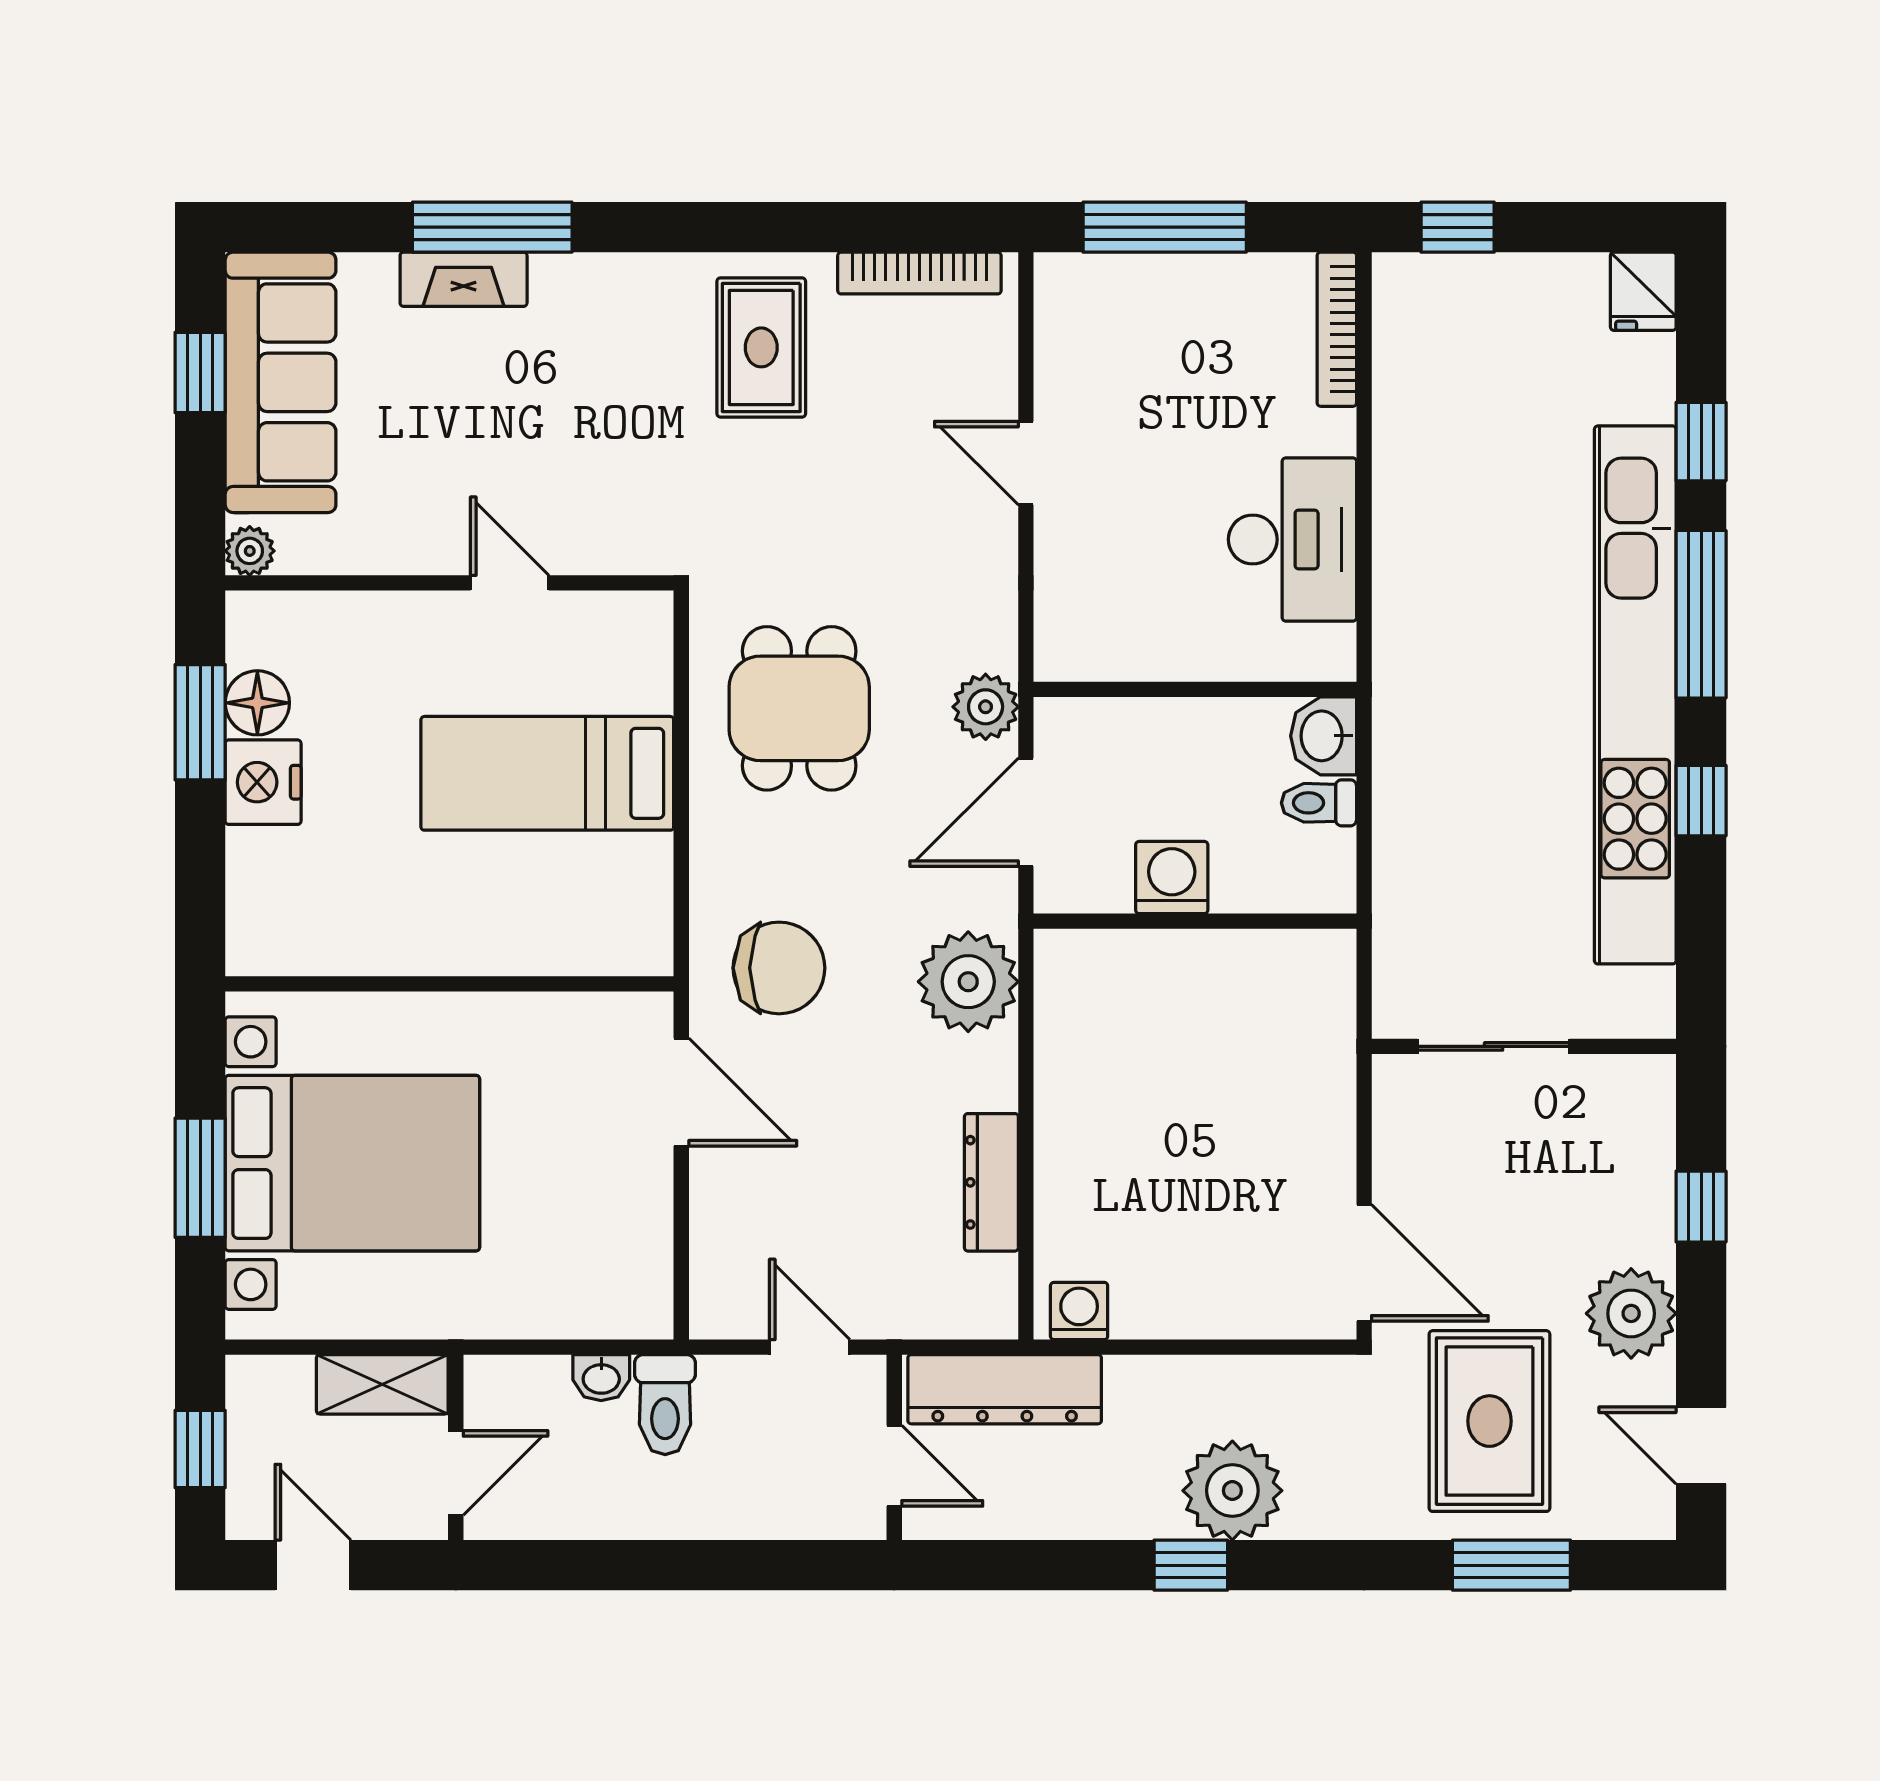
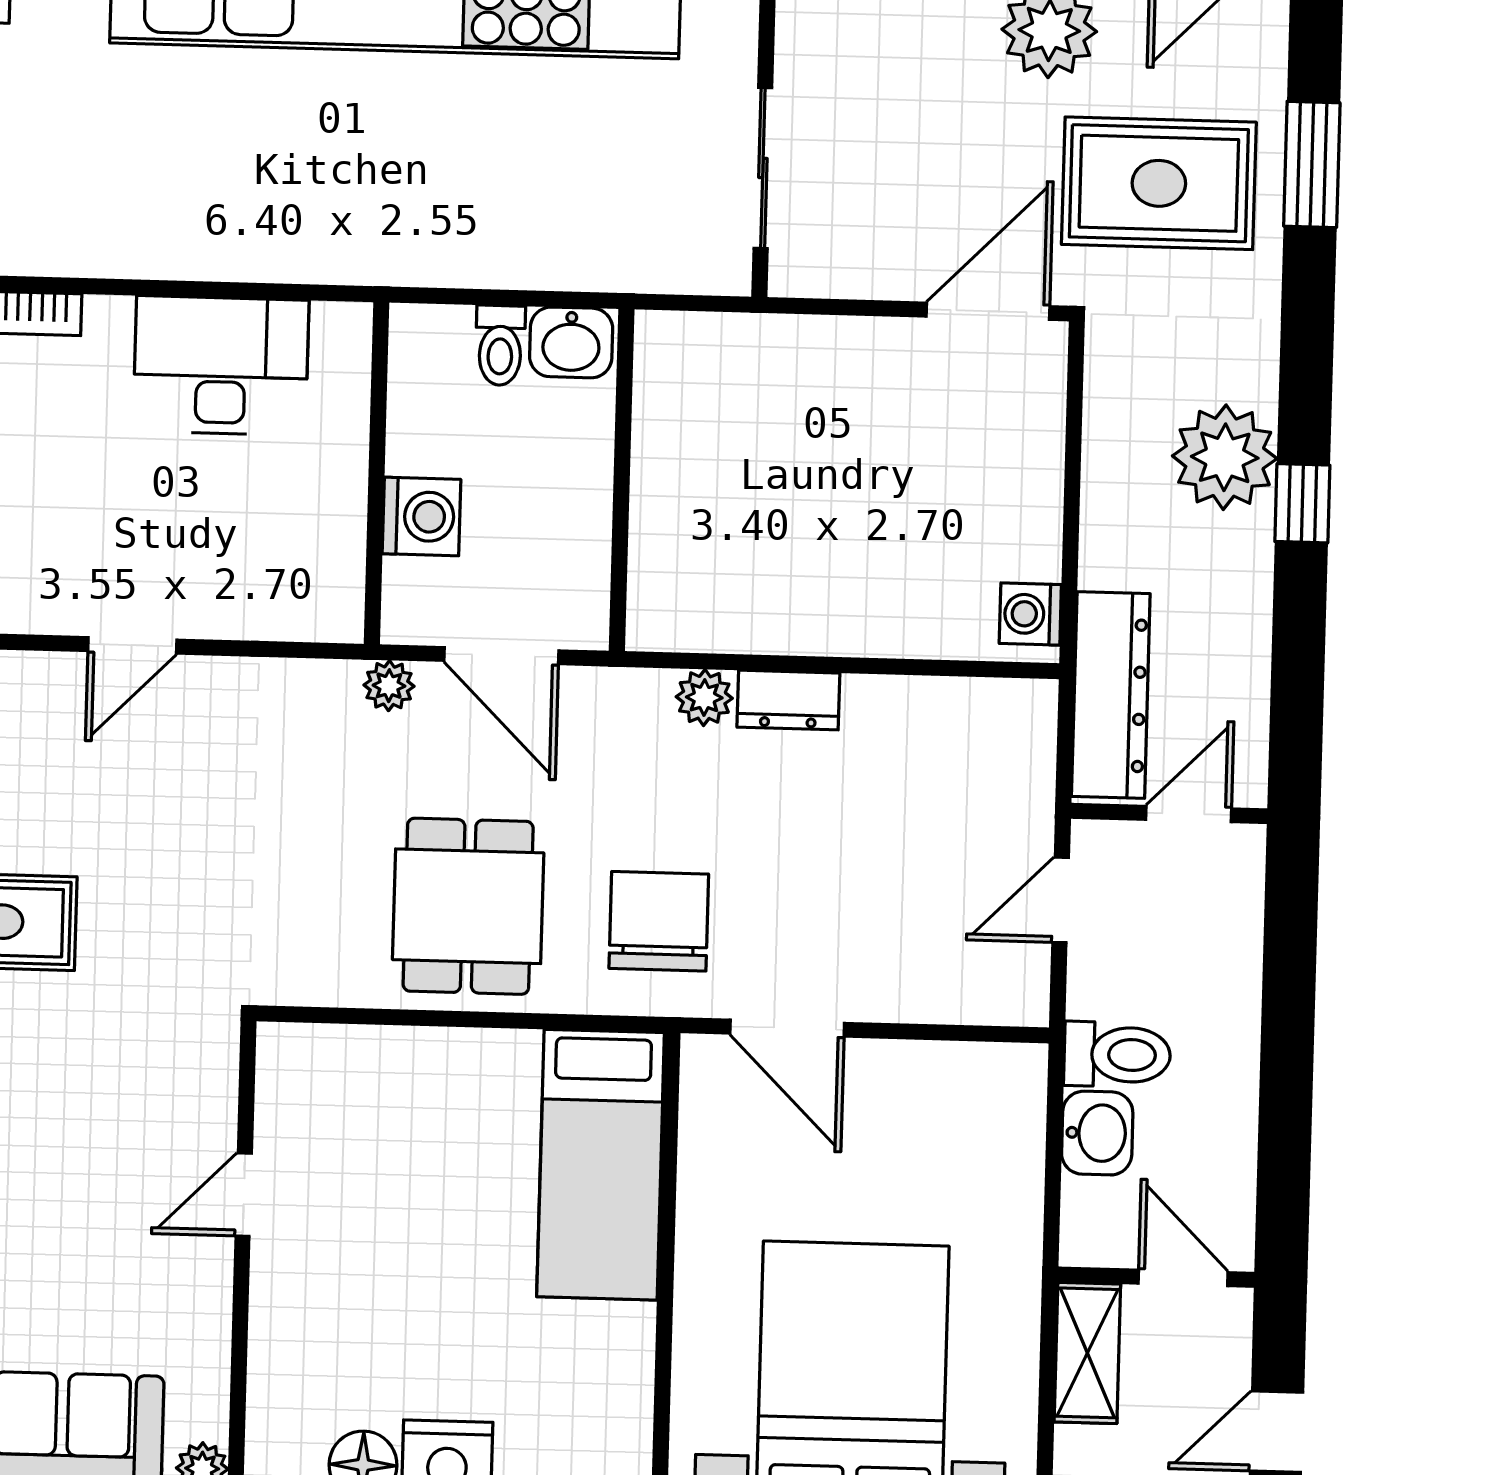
plant: (986, 707) -> (389, 686), width x0.73, depth x0.73
dining table: (799, 708) -> (468, 906), moved, turned 90
washbasin: (1324, 736) -> (571, 342), moved
bed: (547, 773) -> (601, 1165), moved
washing machine: (1172, 878) -> (422, 517), moved, turned 180
plant: (968, 982) -> (704, 697), width x0.53, depth x0.53
door: (681, 1092) -> (787, 1028), swing flipped
dresser: (991, 1182) -> (788, 700), moved, width x0.70
washbasin: (601, 1378) -> (1097, 1133), width x1.38, depth x1.45

